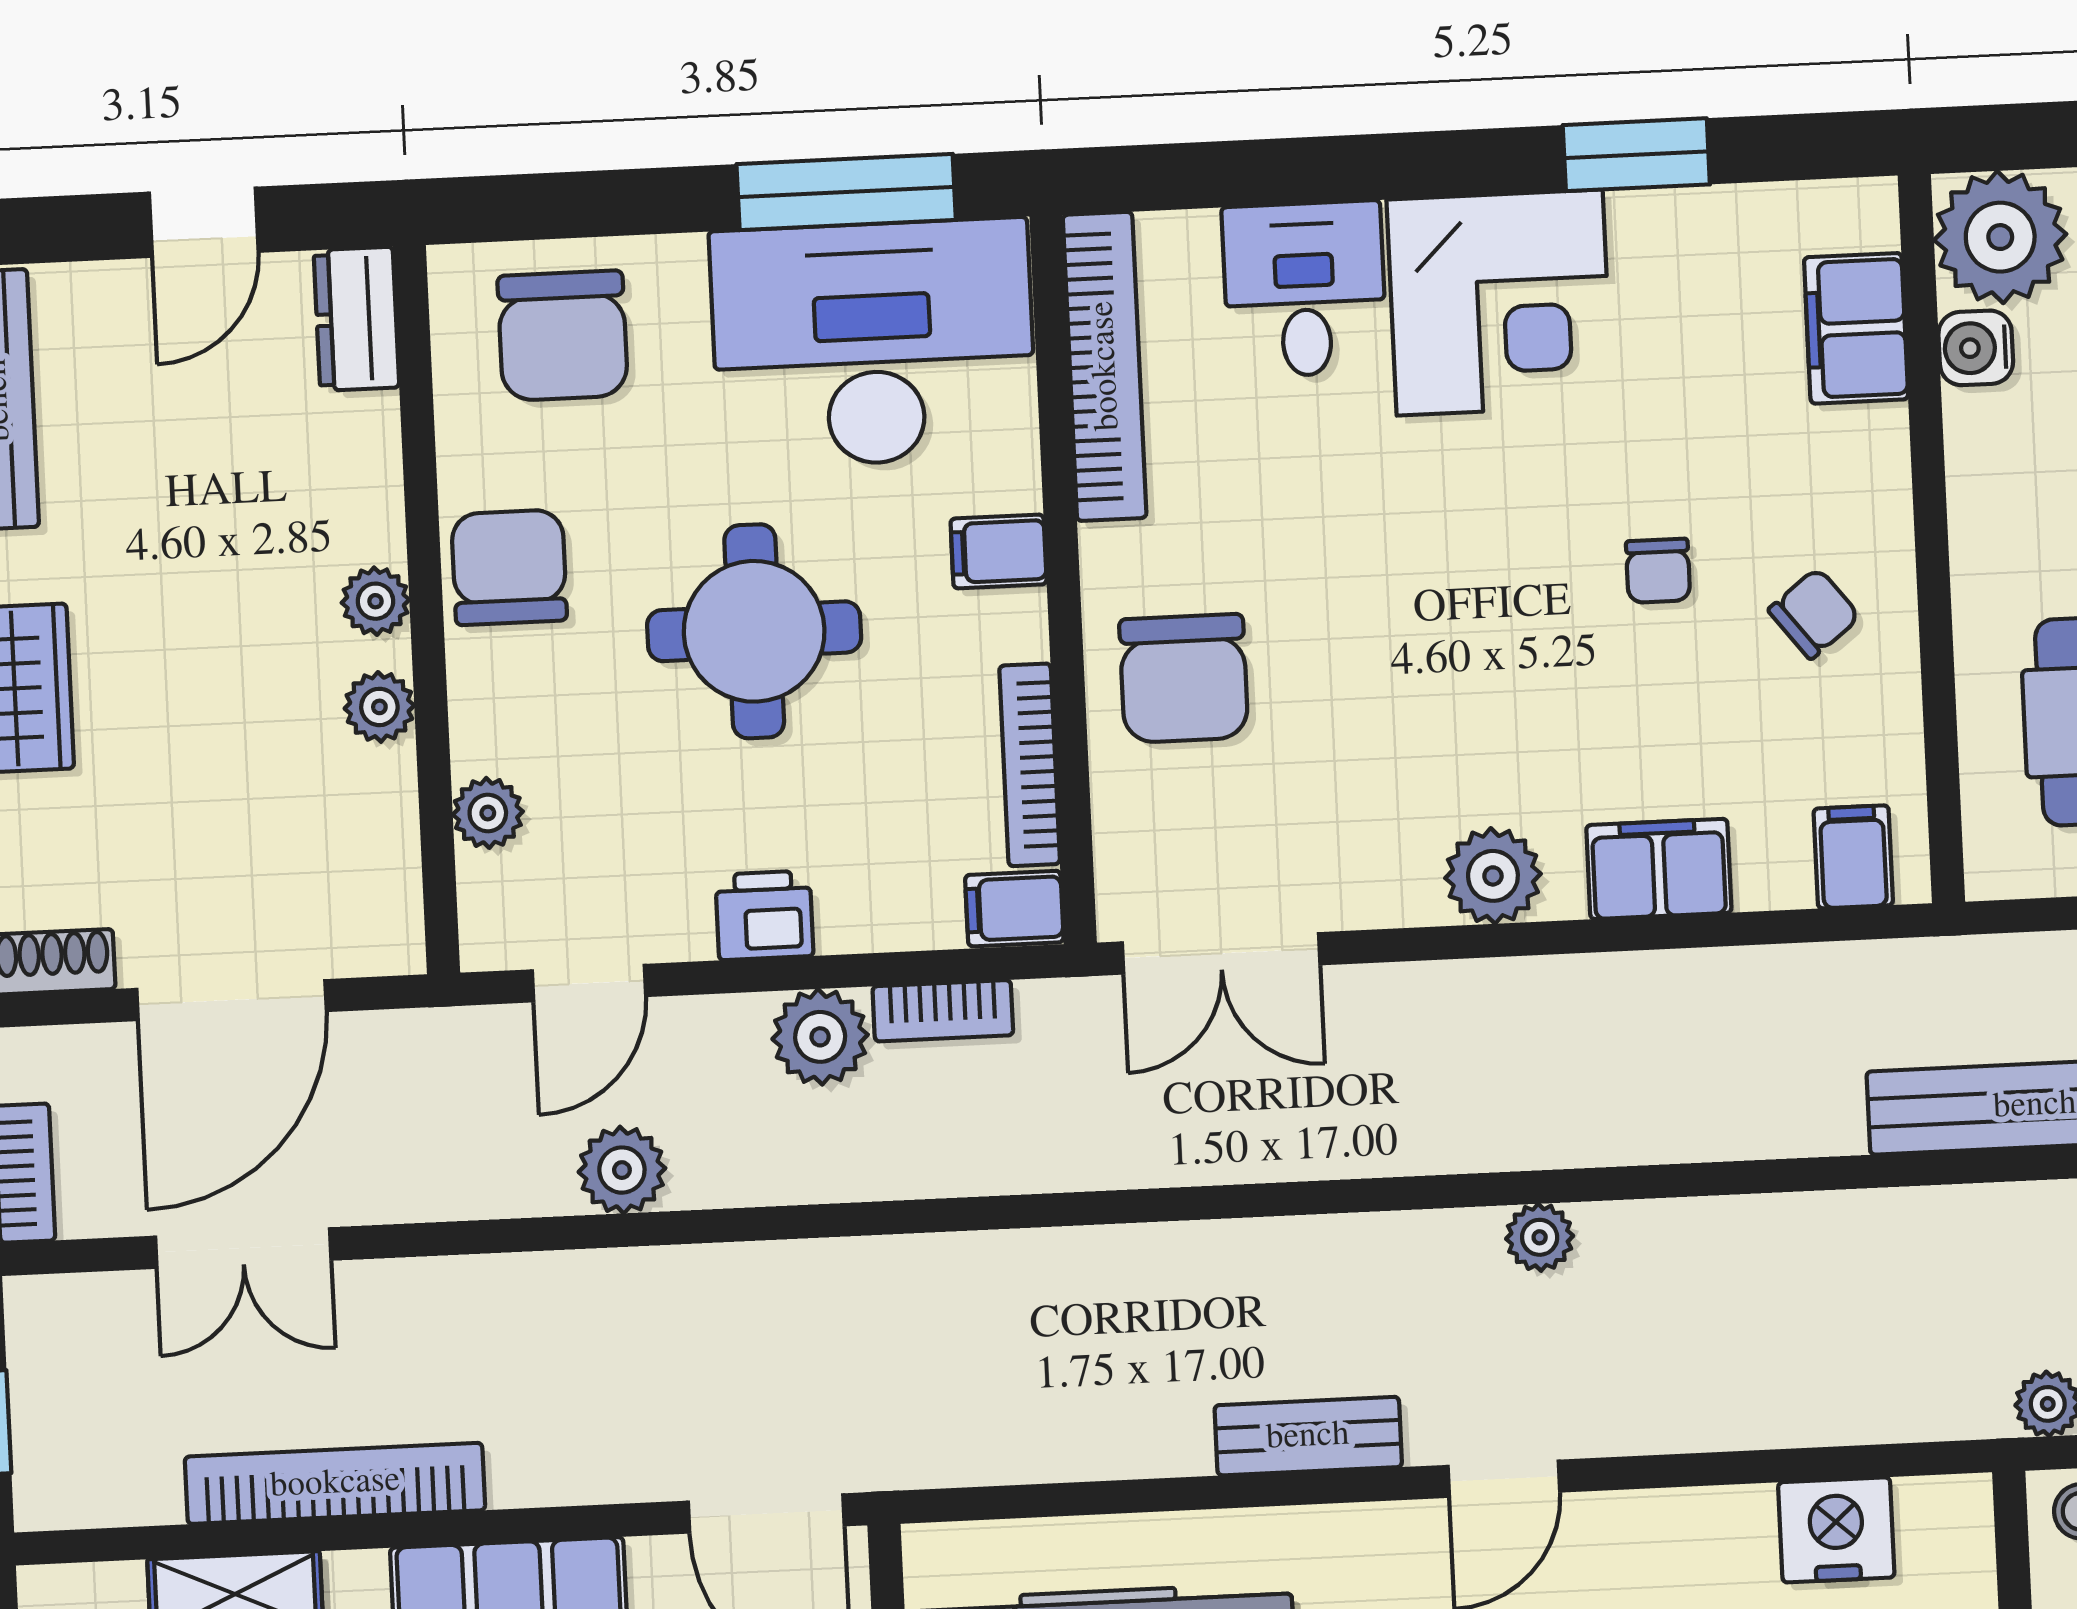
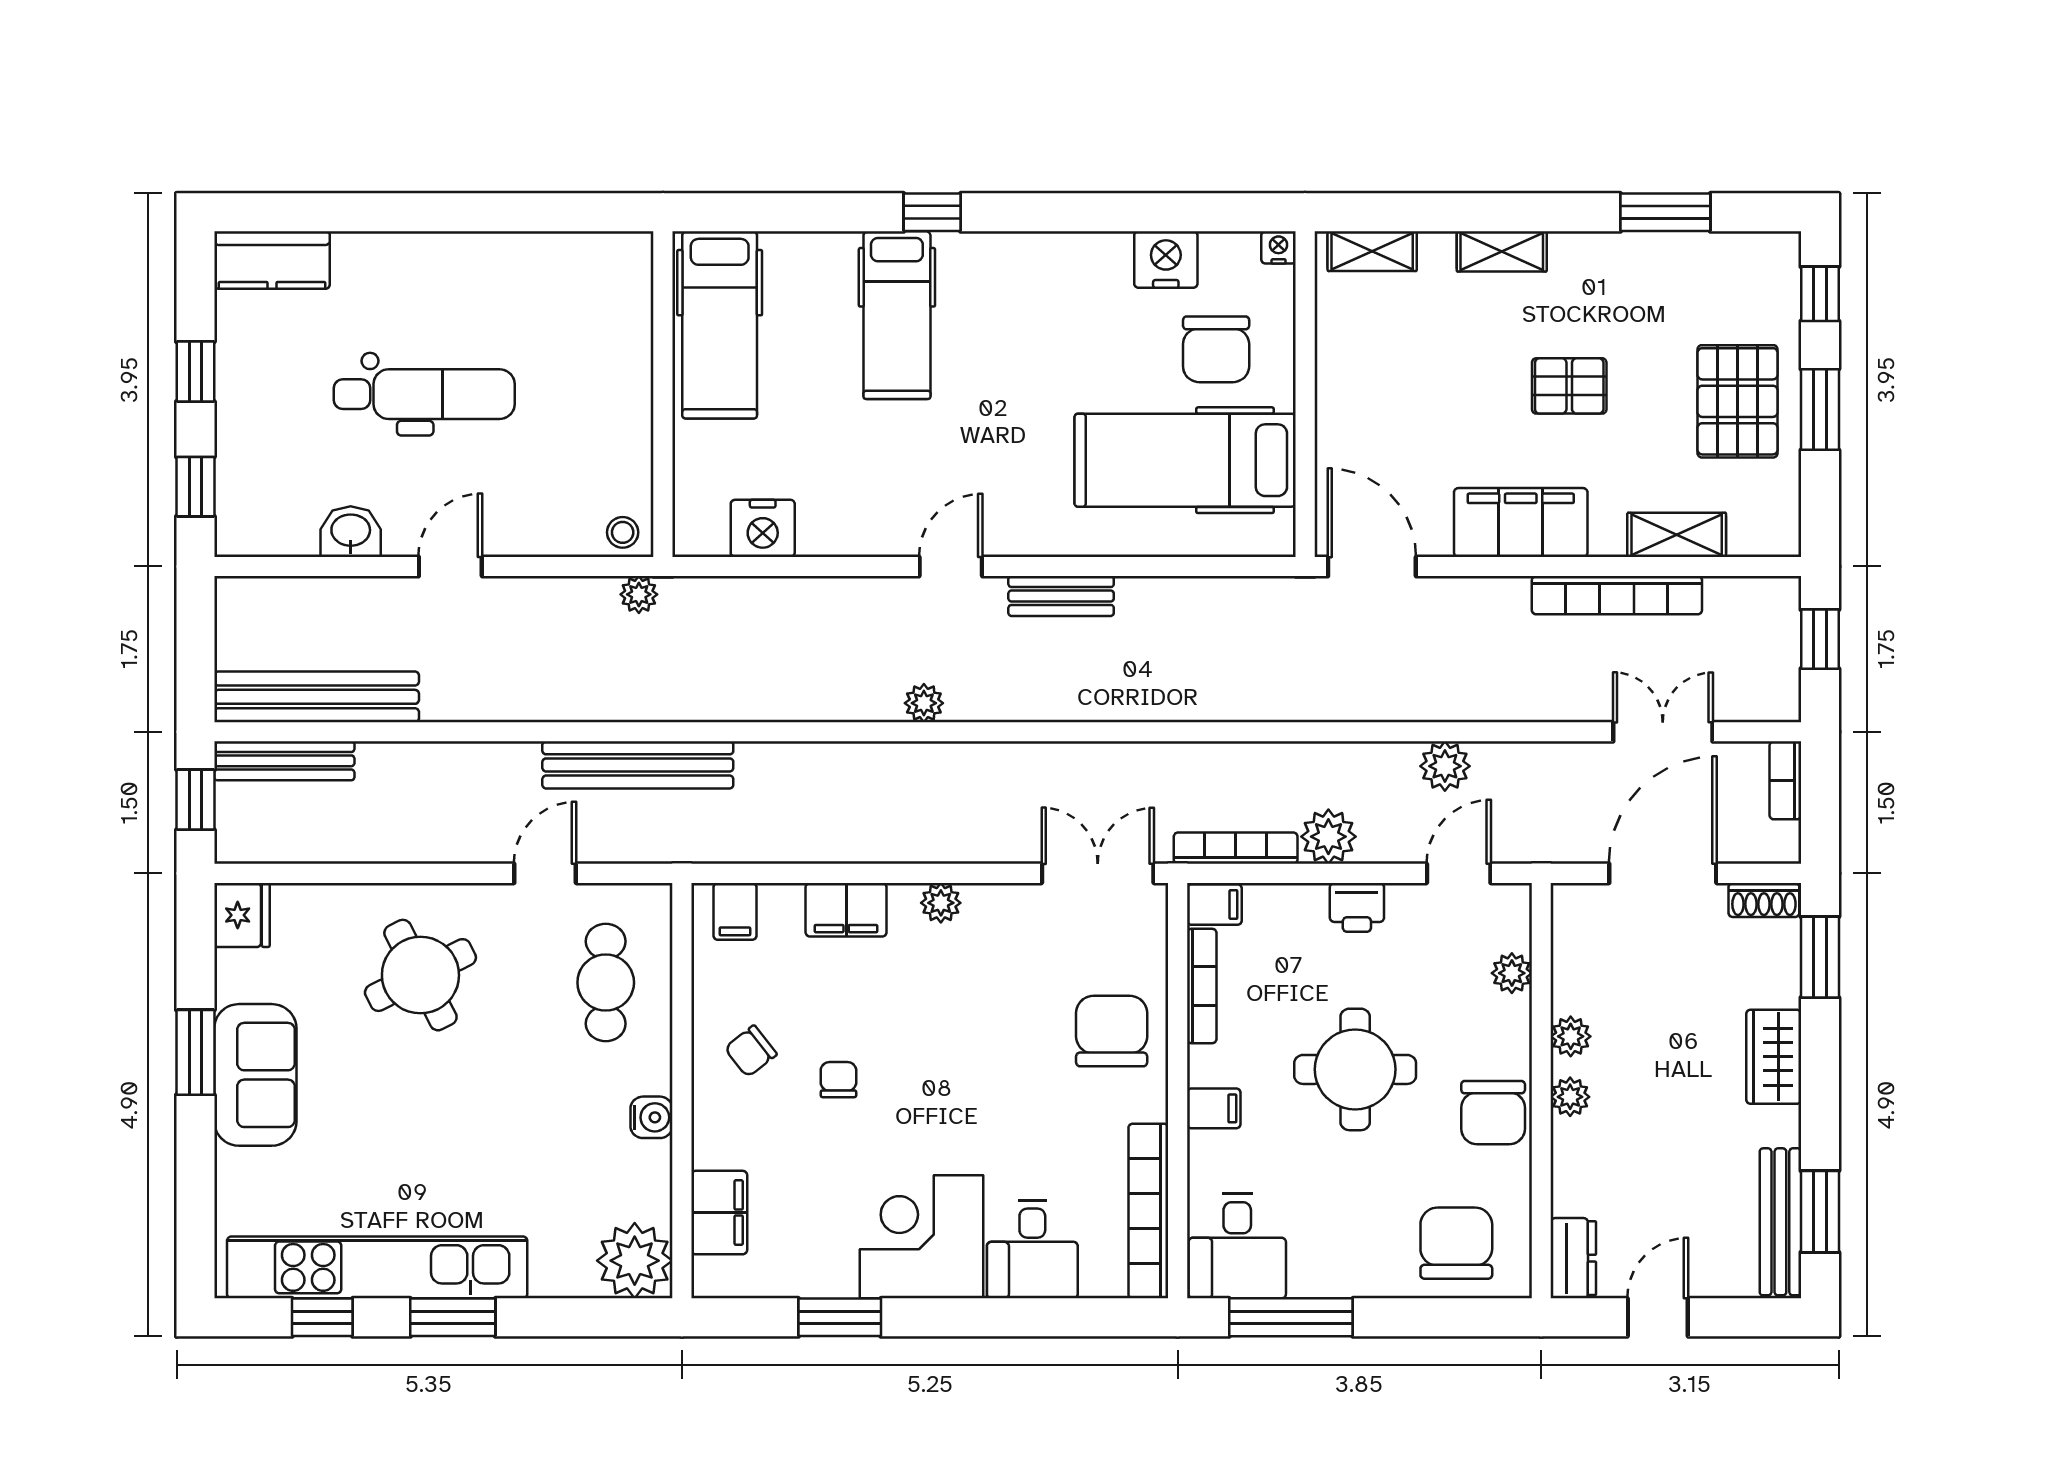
desk: (873, 343) -> (1237, 1246), width x0.53, depth x0.77
water cooler: (1976, 348) -> (651, 1117), moved
plant: (1493, 876) -> (941, 903), width x0.73, depth x0.73
bookcase: (943, 1011) -> (1236, 848), width x1.56

